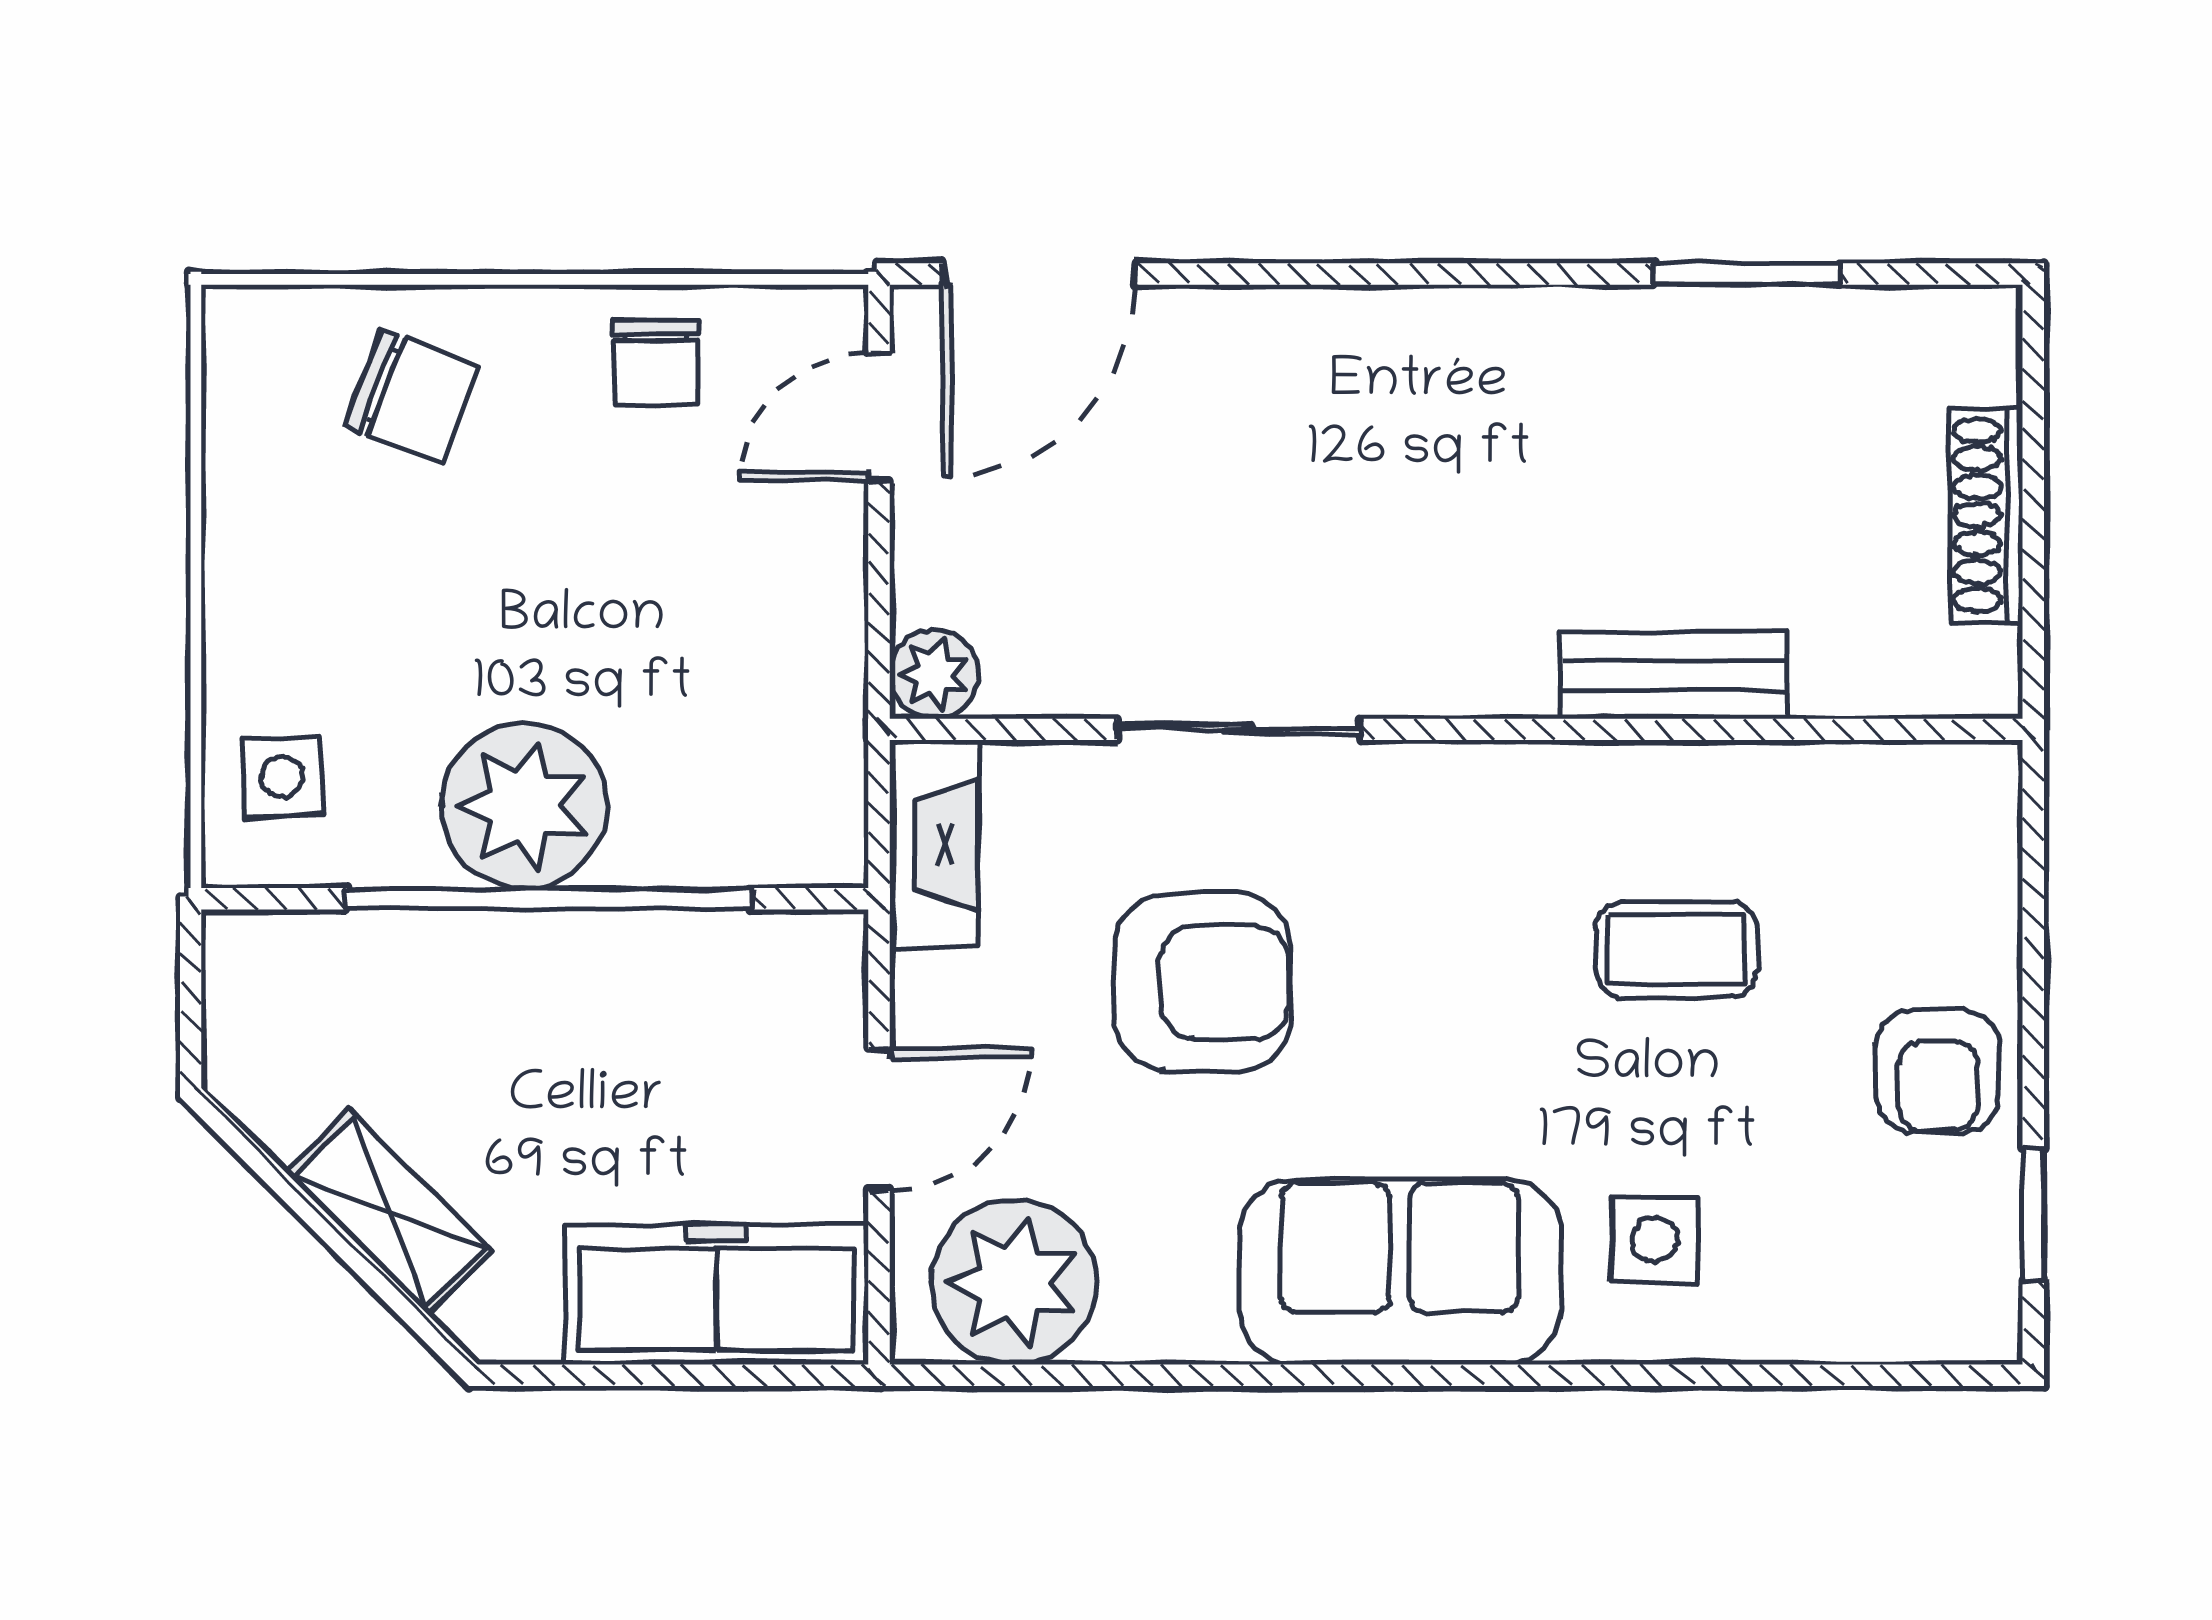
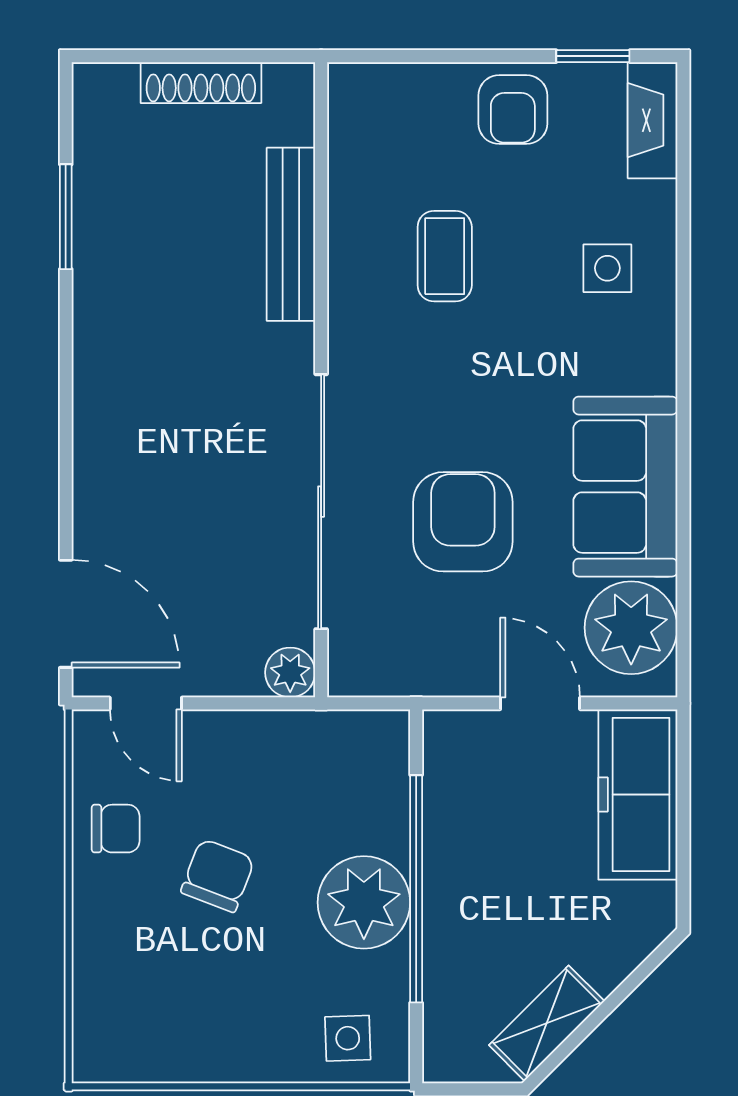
chair: (412, 397) -> (218, 875), moved
bench: (1674, 676) -> (291, 234), width x1.36
sliding door: (1239, 729) -> (321, 502), width x1.86
fireplace: (934, 845) -> (653, 120), moved, turned -90
armchair: (1938, 1071) -> (513, 110), turned 90
shelving: (389, 1212) -> (547, 1023), moved
sofa: (1400, 1272) -> (625, 487), moved

